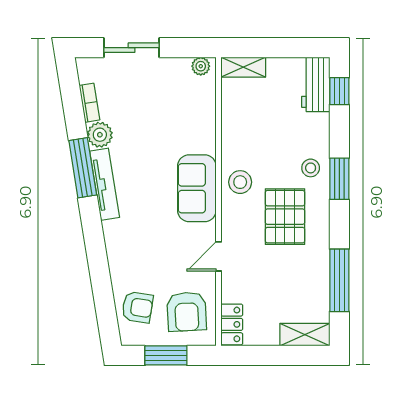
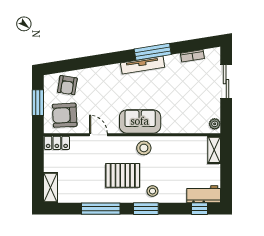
plant: (100, 135) -> (173, 62), removed
window: (339, 280) -> (101, 209), moved

